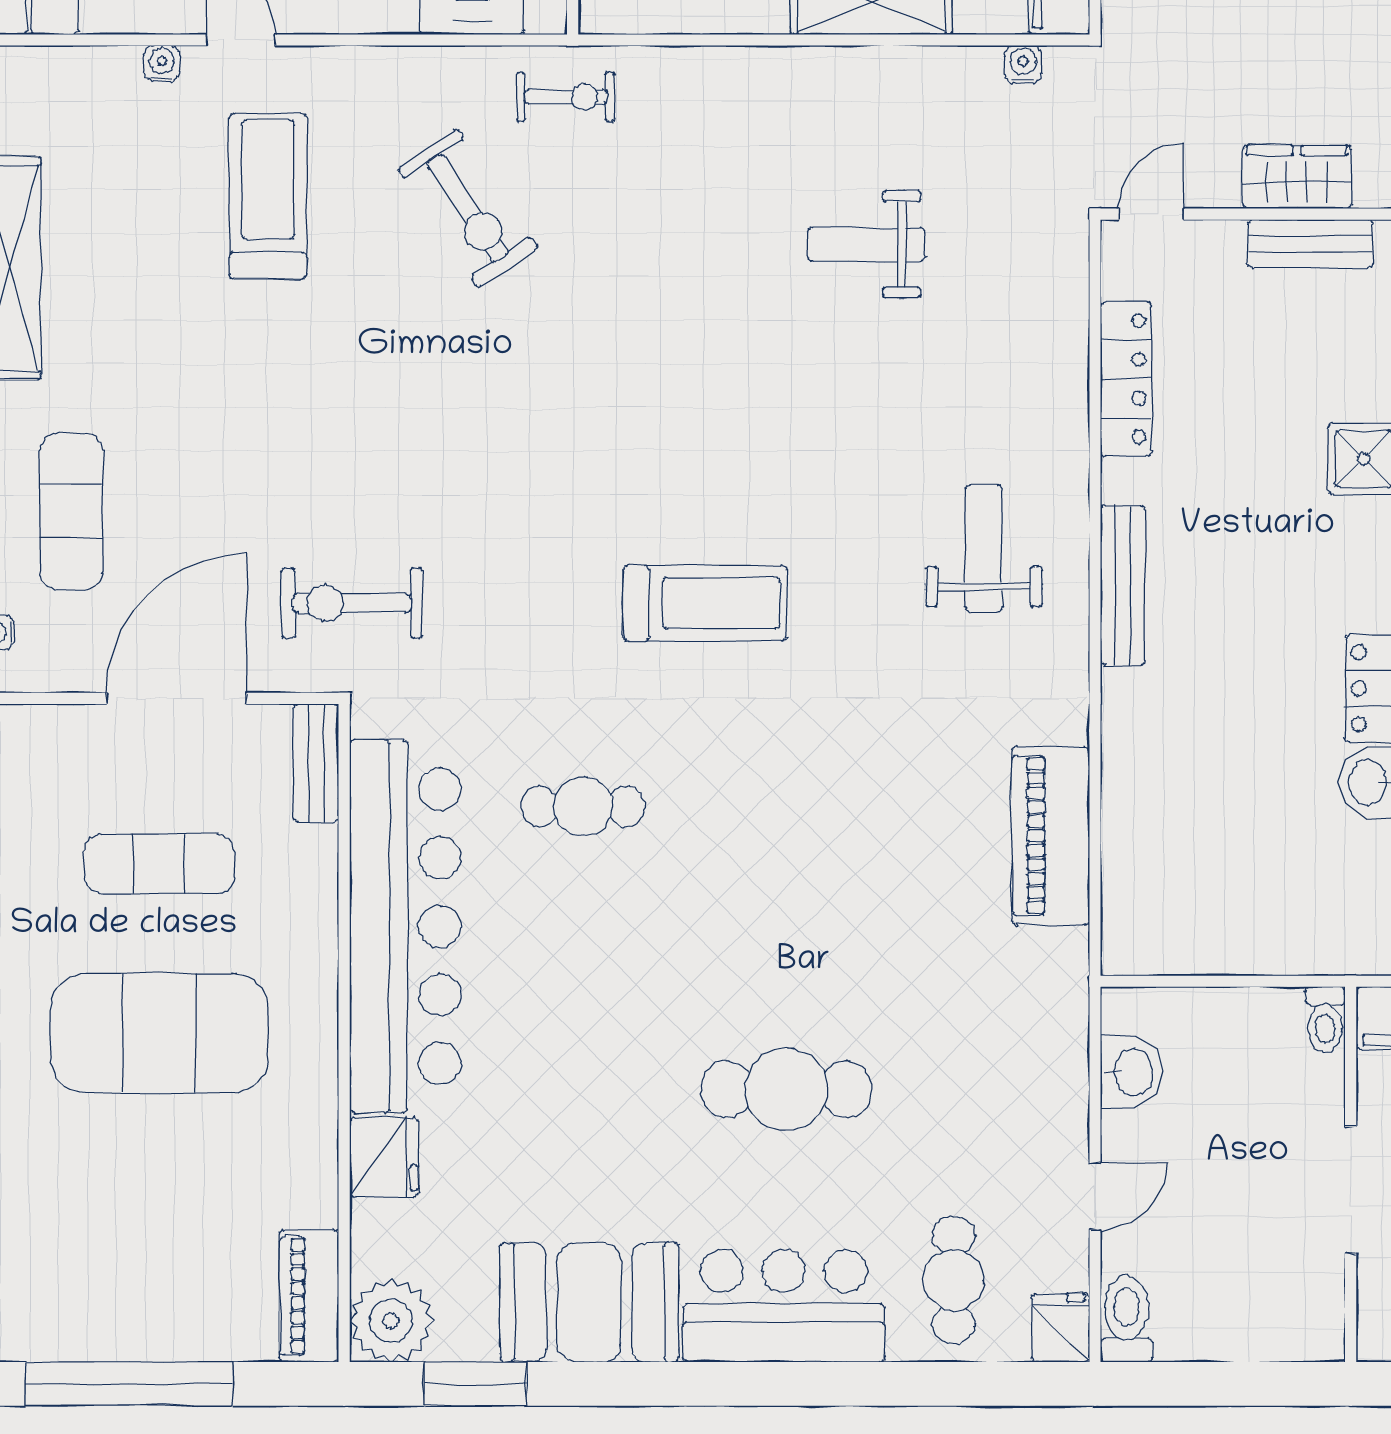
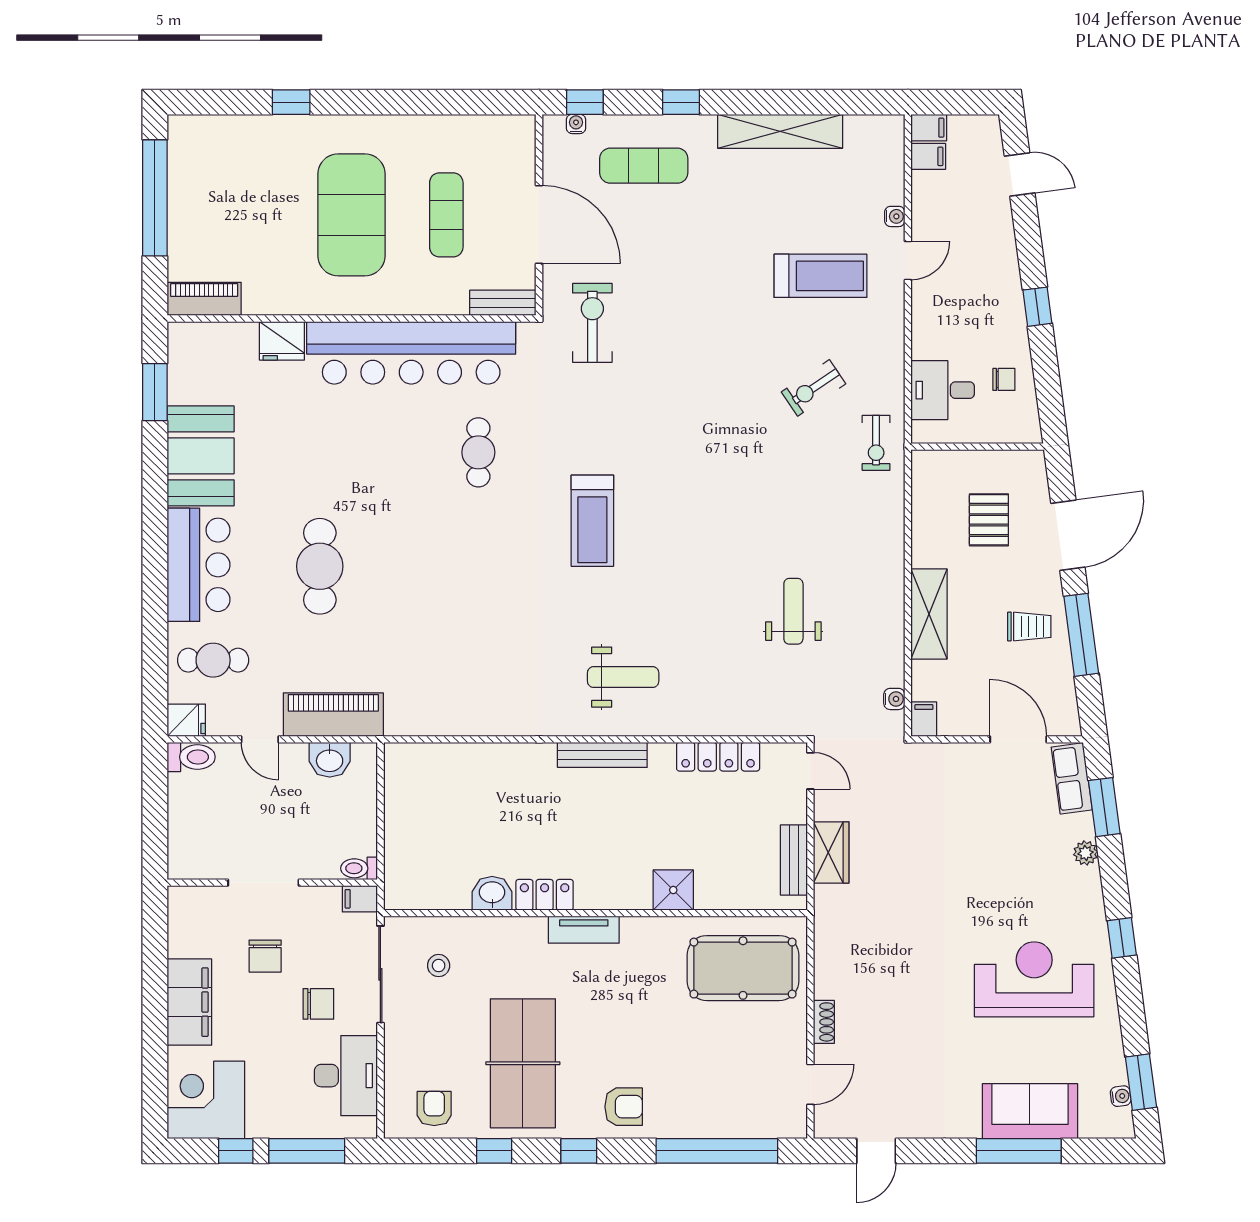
exercise bike: (468, 209) -> (813, 388), width x0.73, depth x0.72
piano: (1051, 836) -> (333, 715), moved
plant: (391, 1321) -> (190, 345), removed

